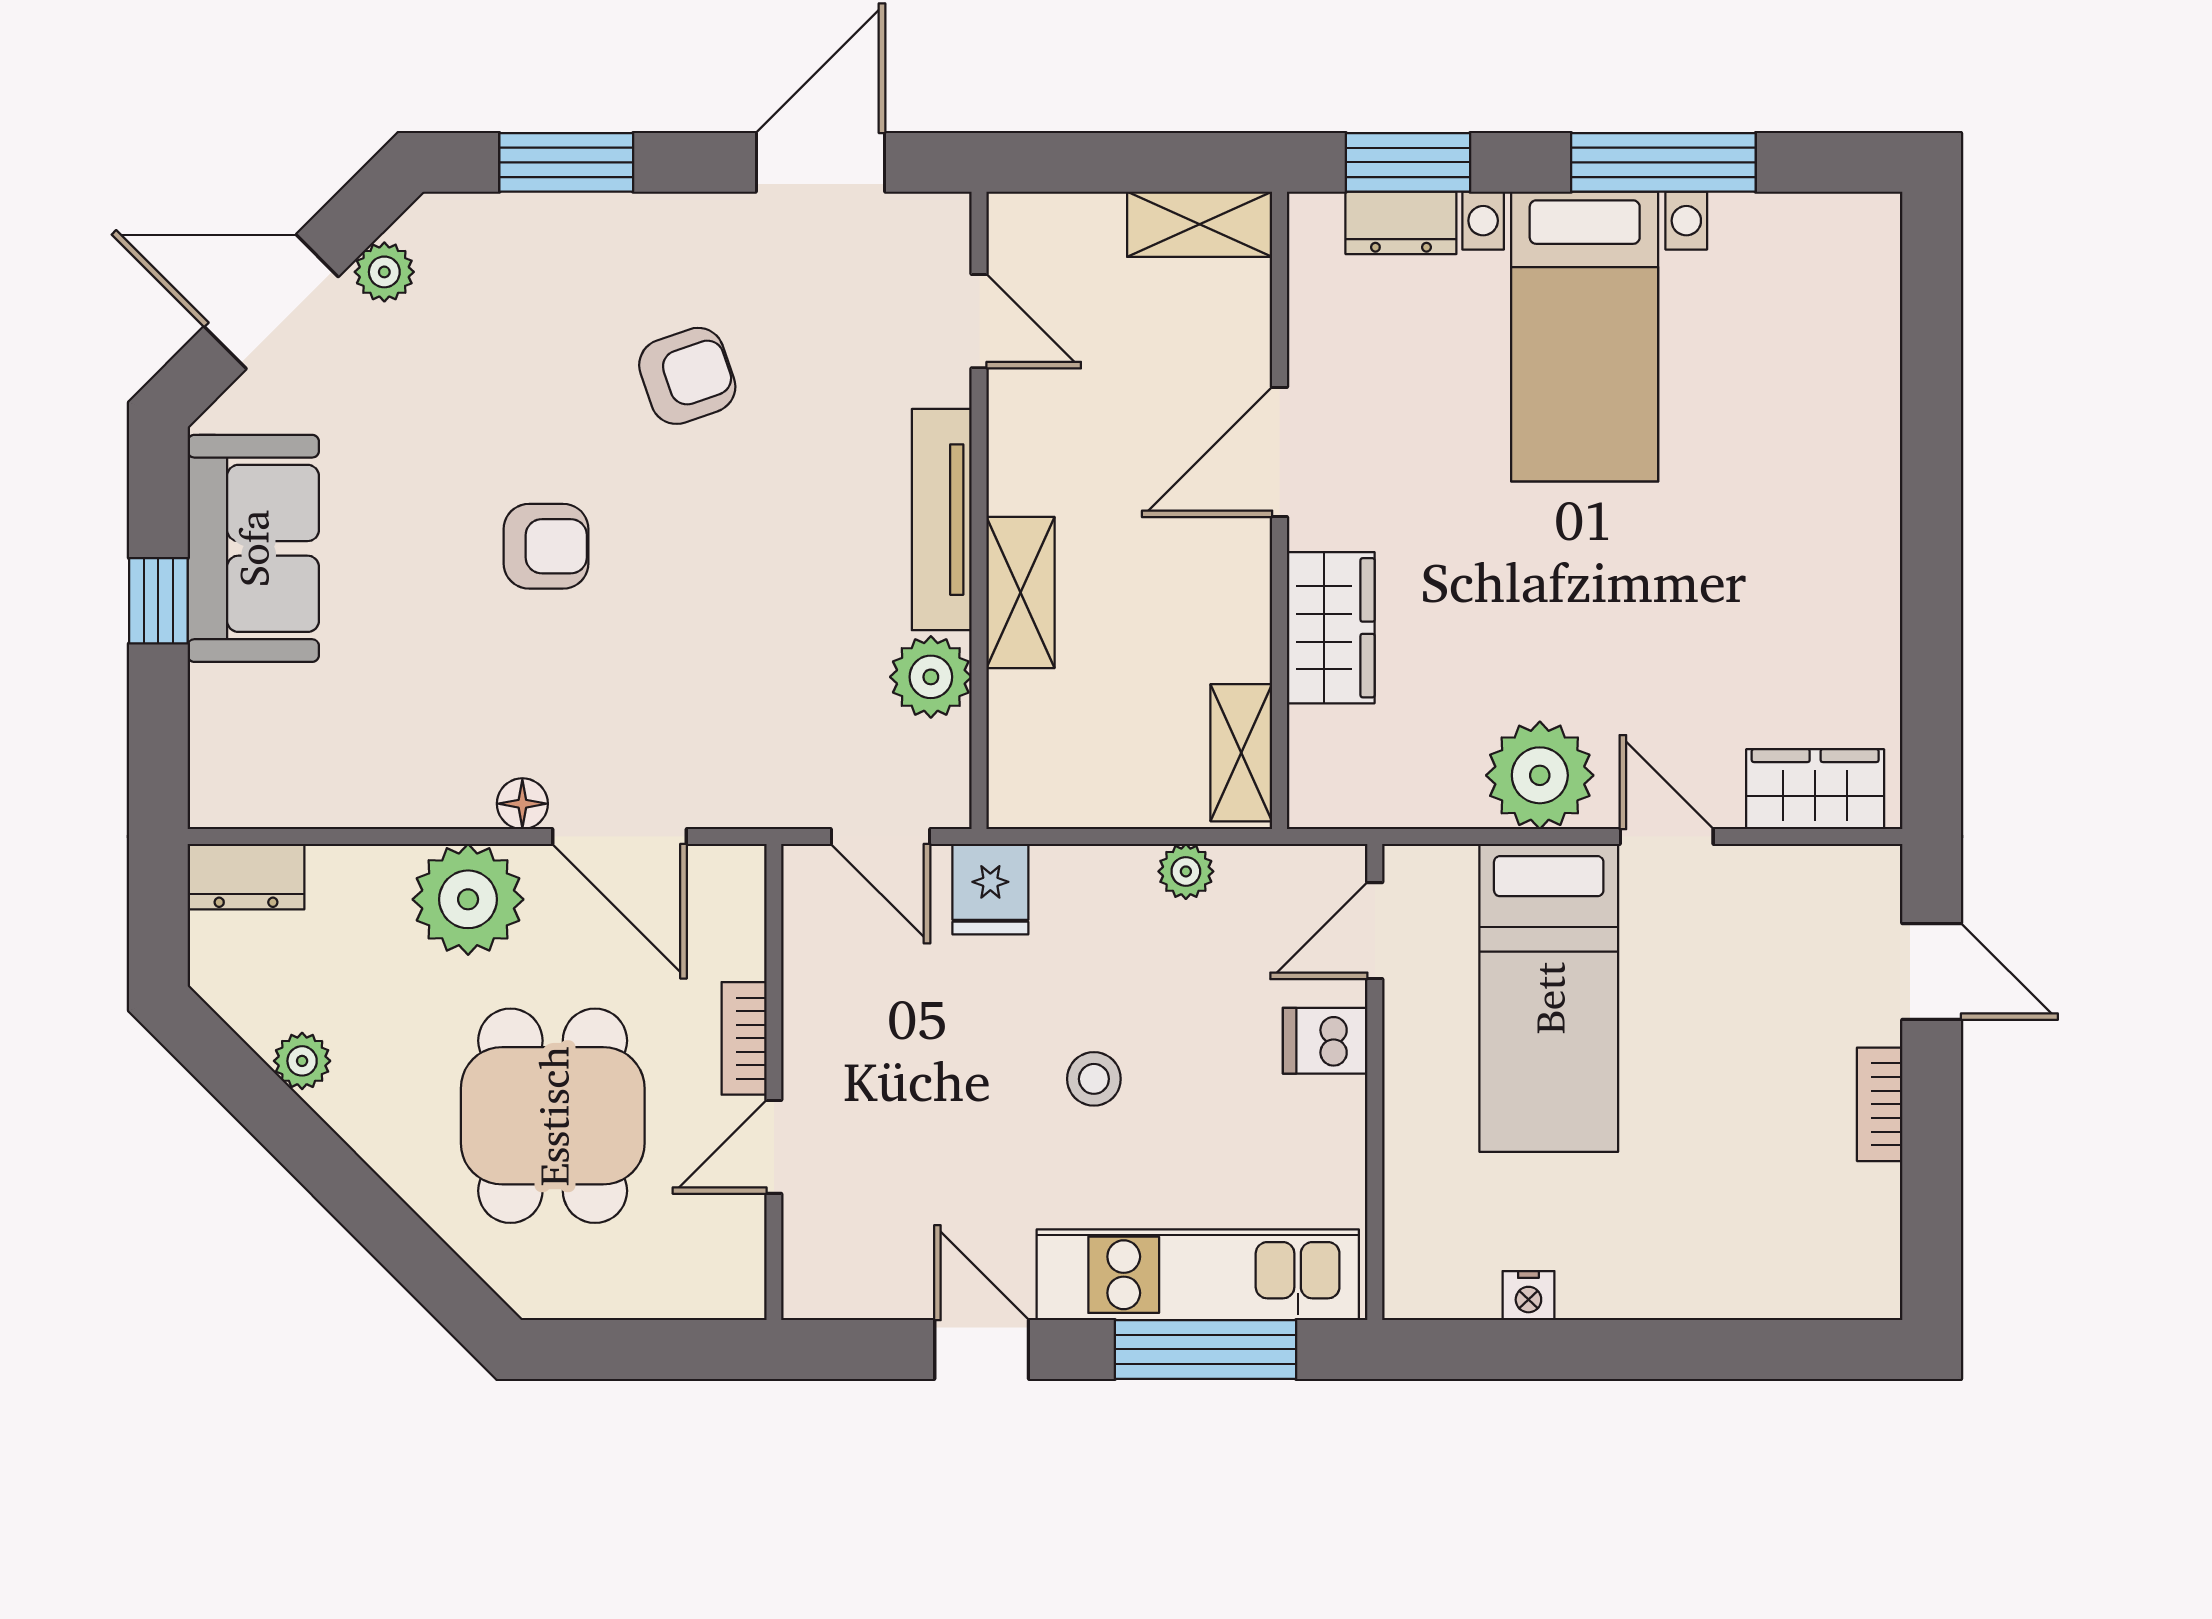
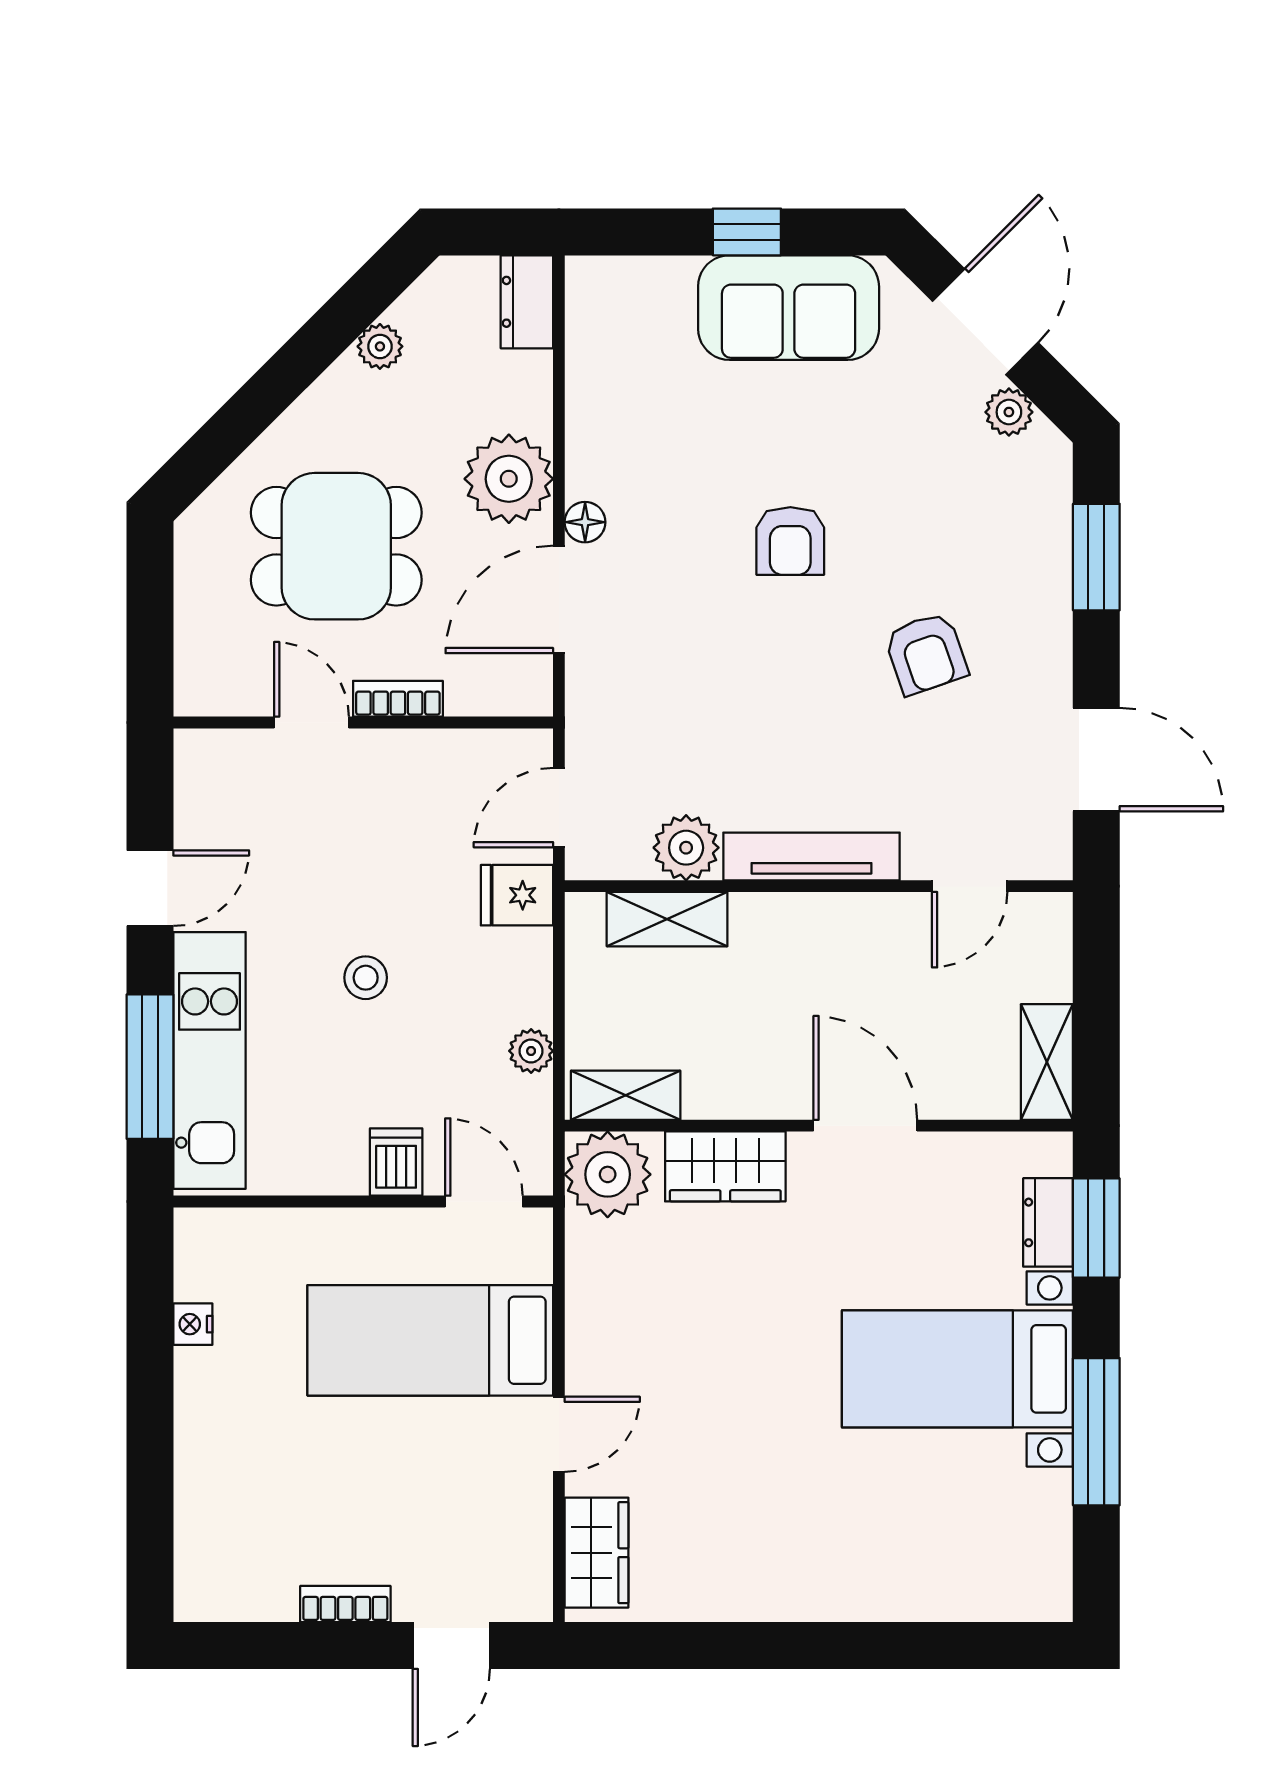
shelving: (1020, 592) -> (667, 919), moved
plant: (1540, 775) -> (608, 1174), moved

